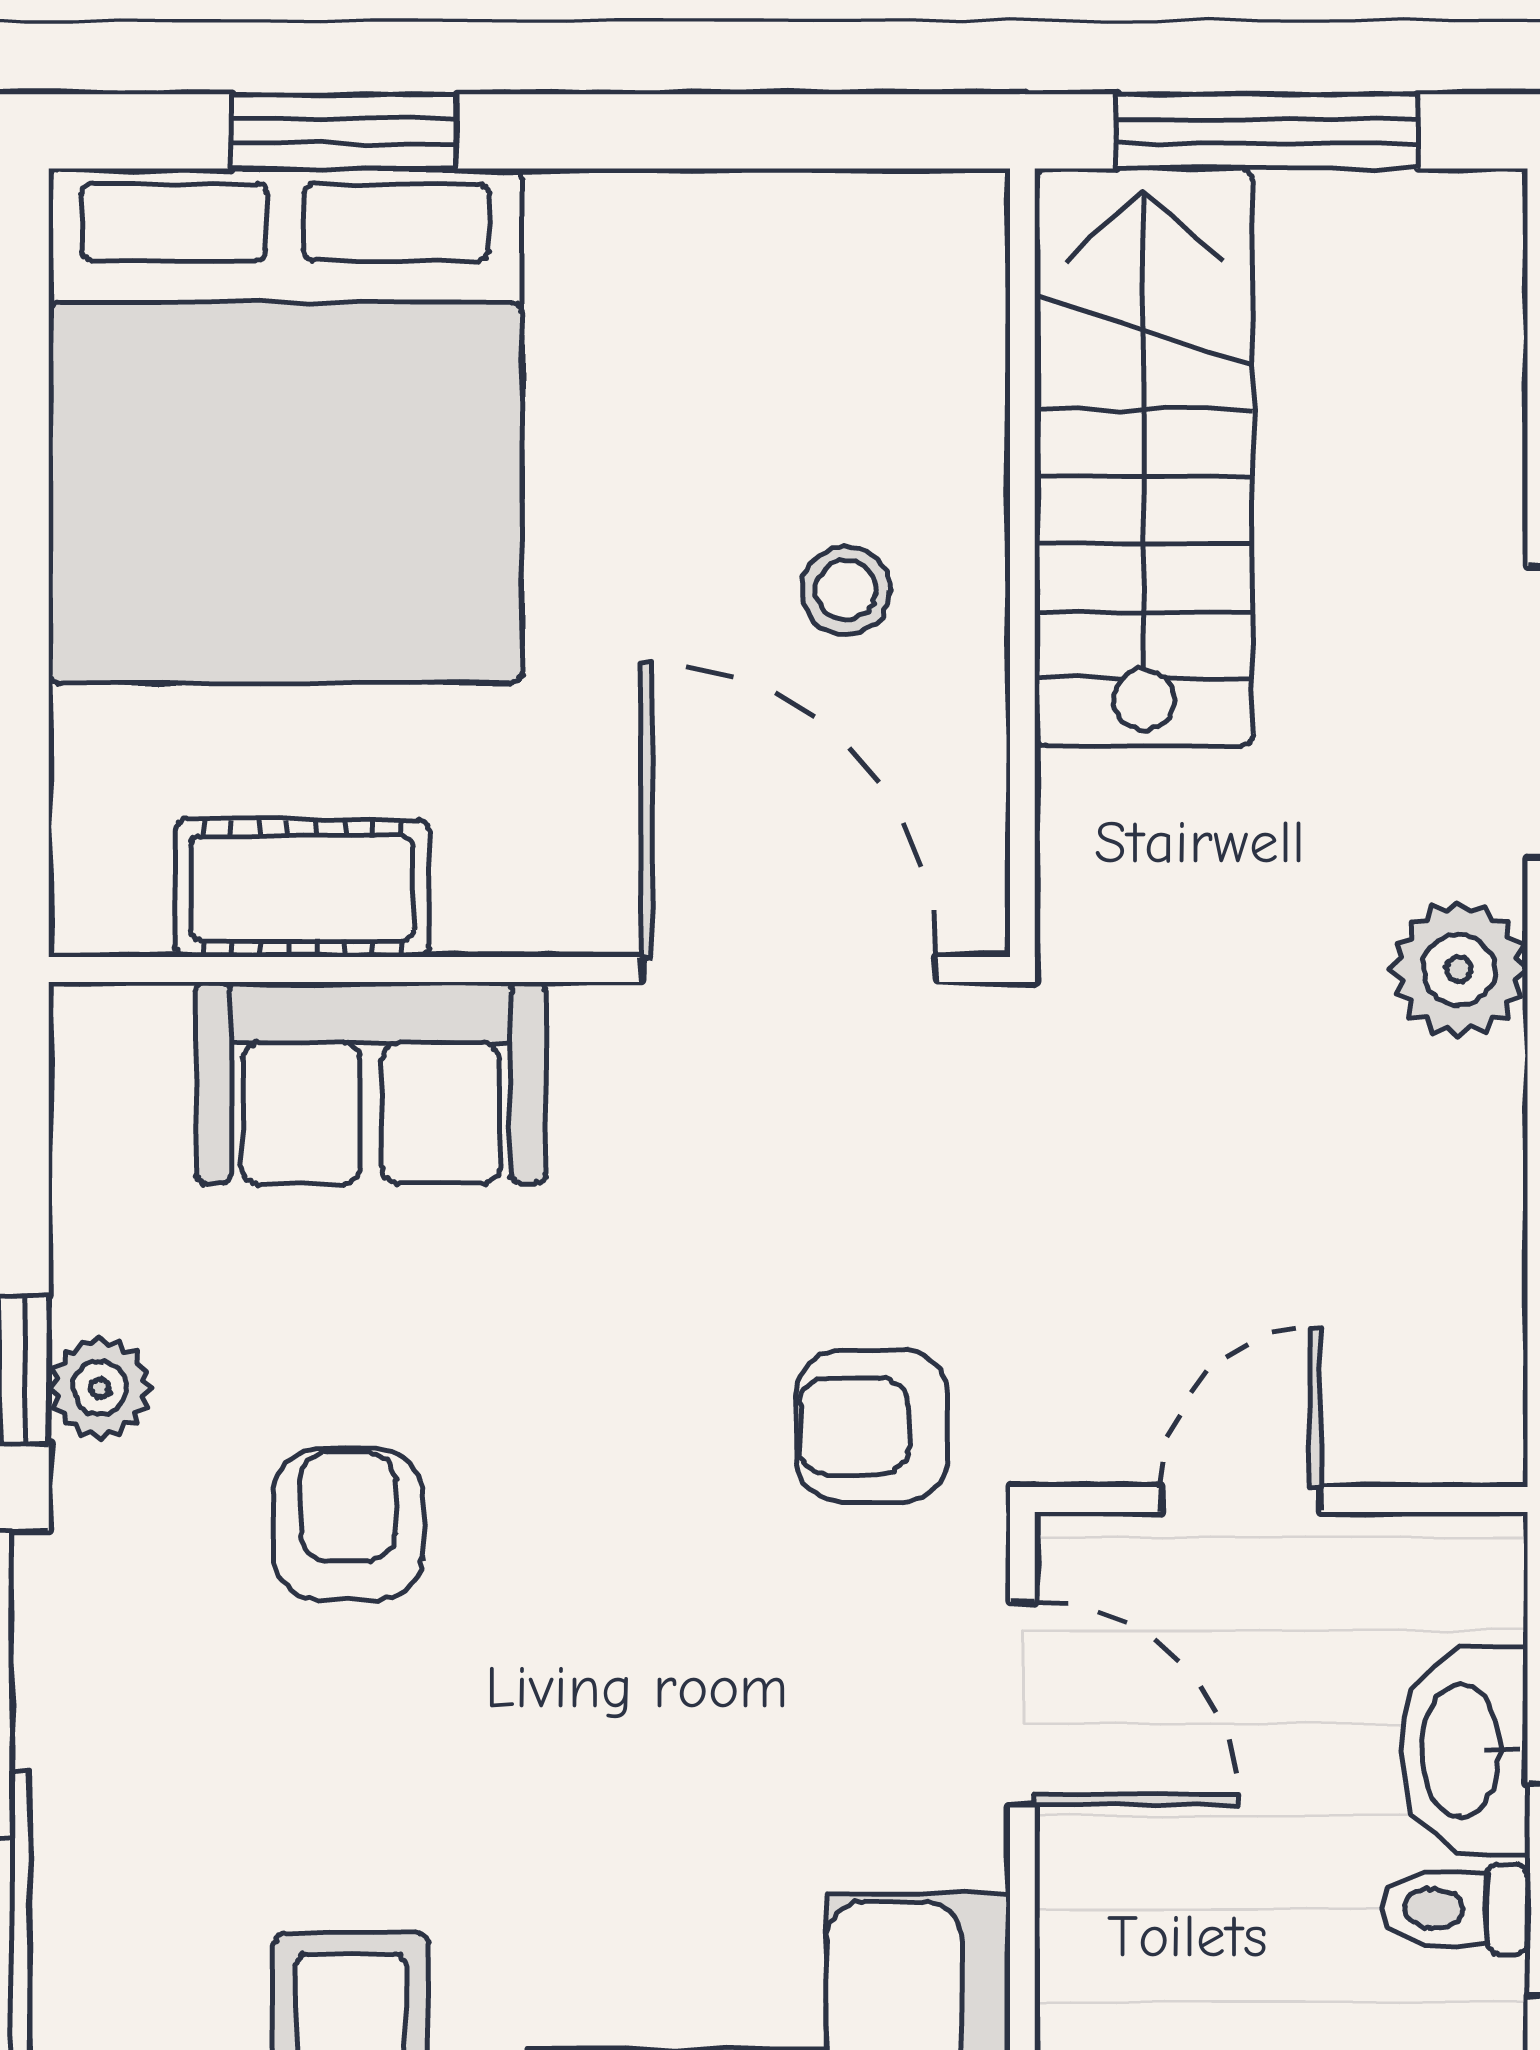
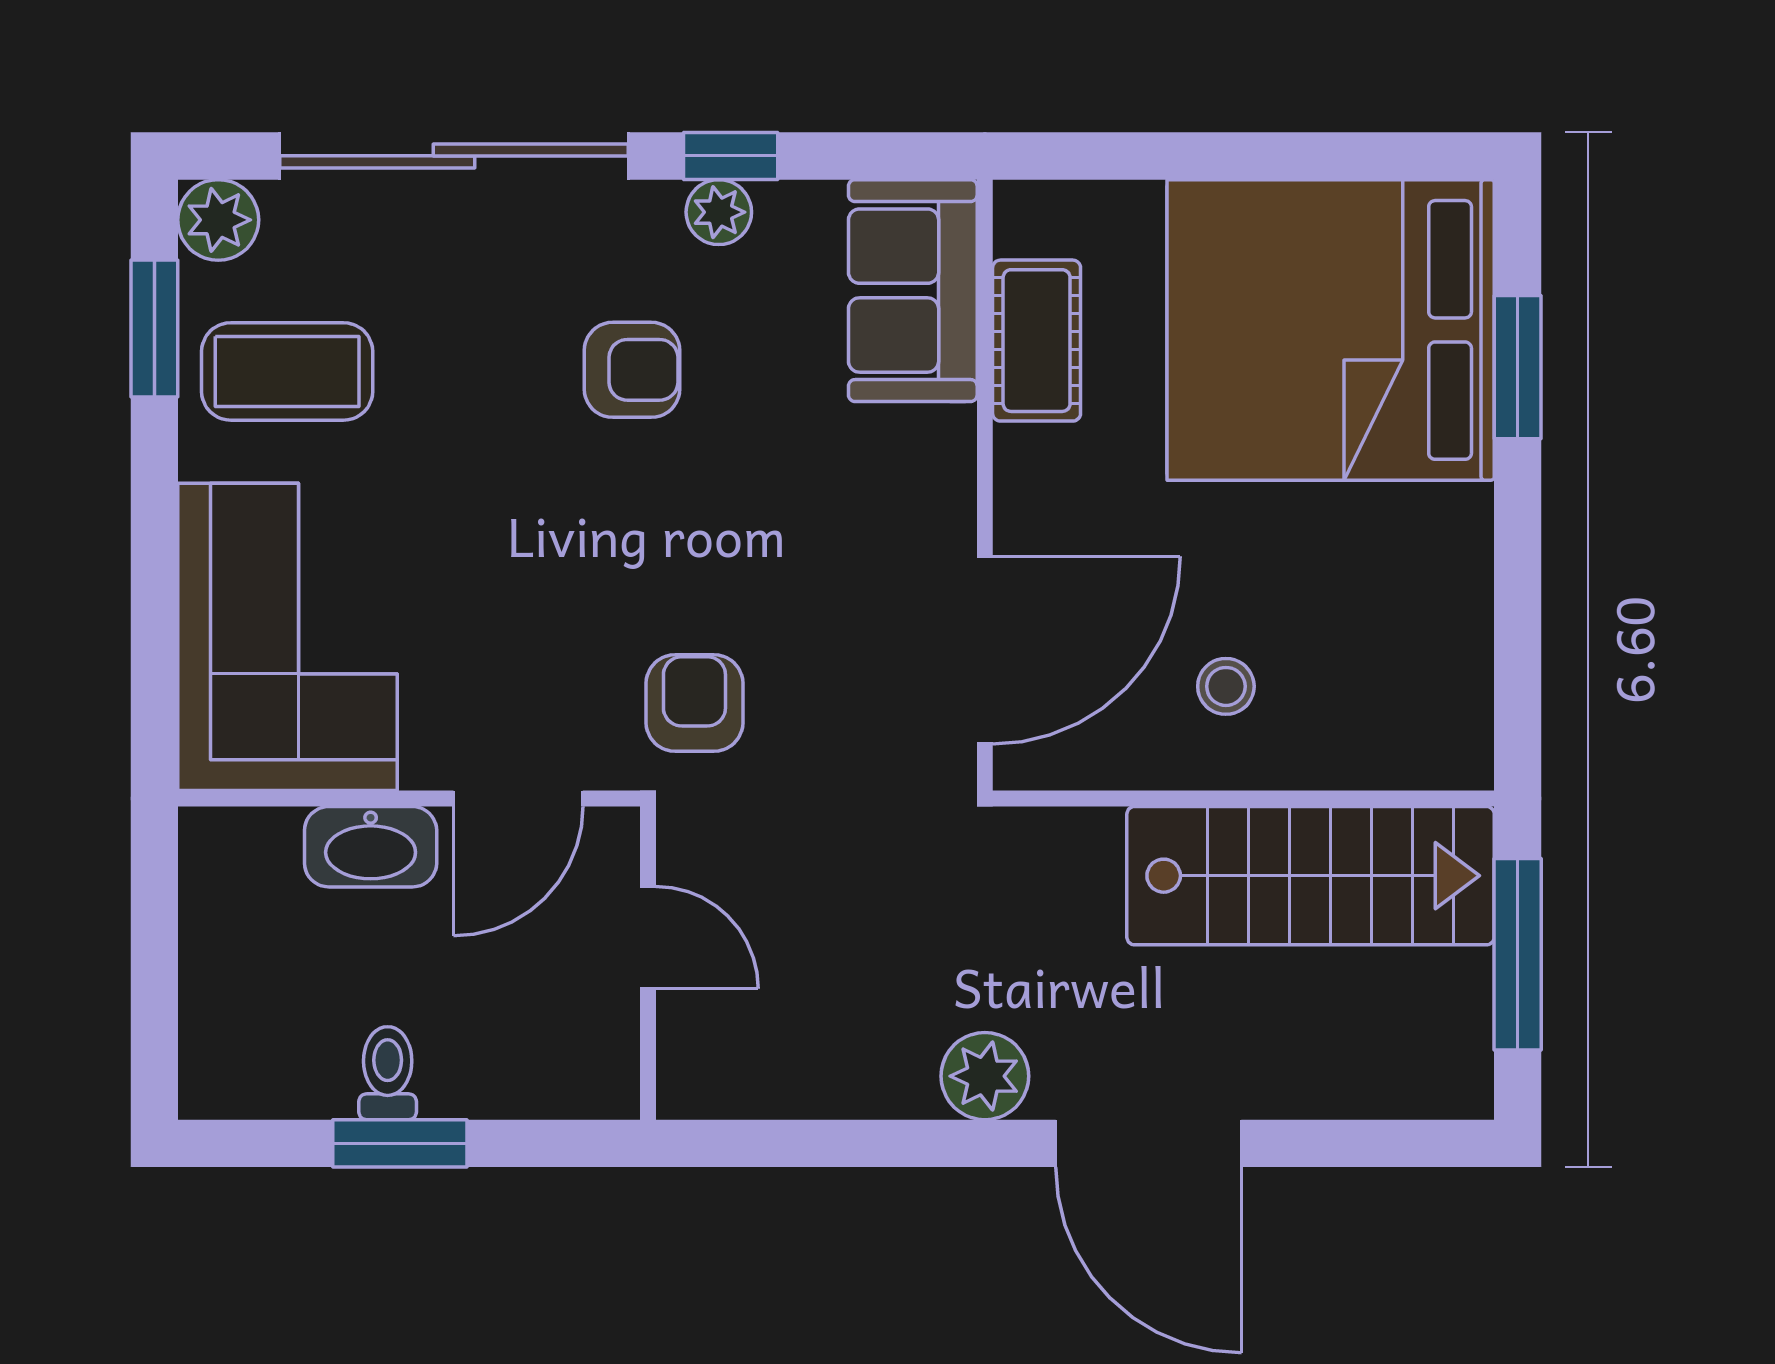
sofa: (371, 1083) -> (913, 291), moved
washbasin: (1464, 1750) -> (371, 847), moved, turned 180

